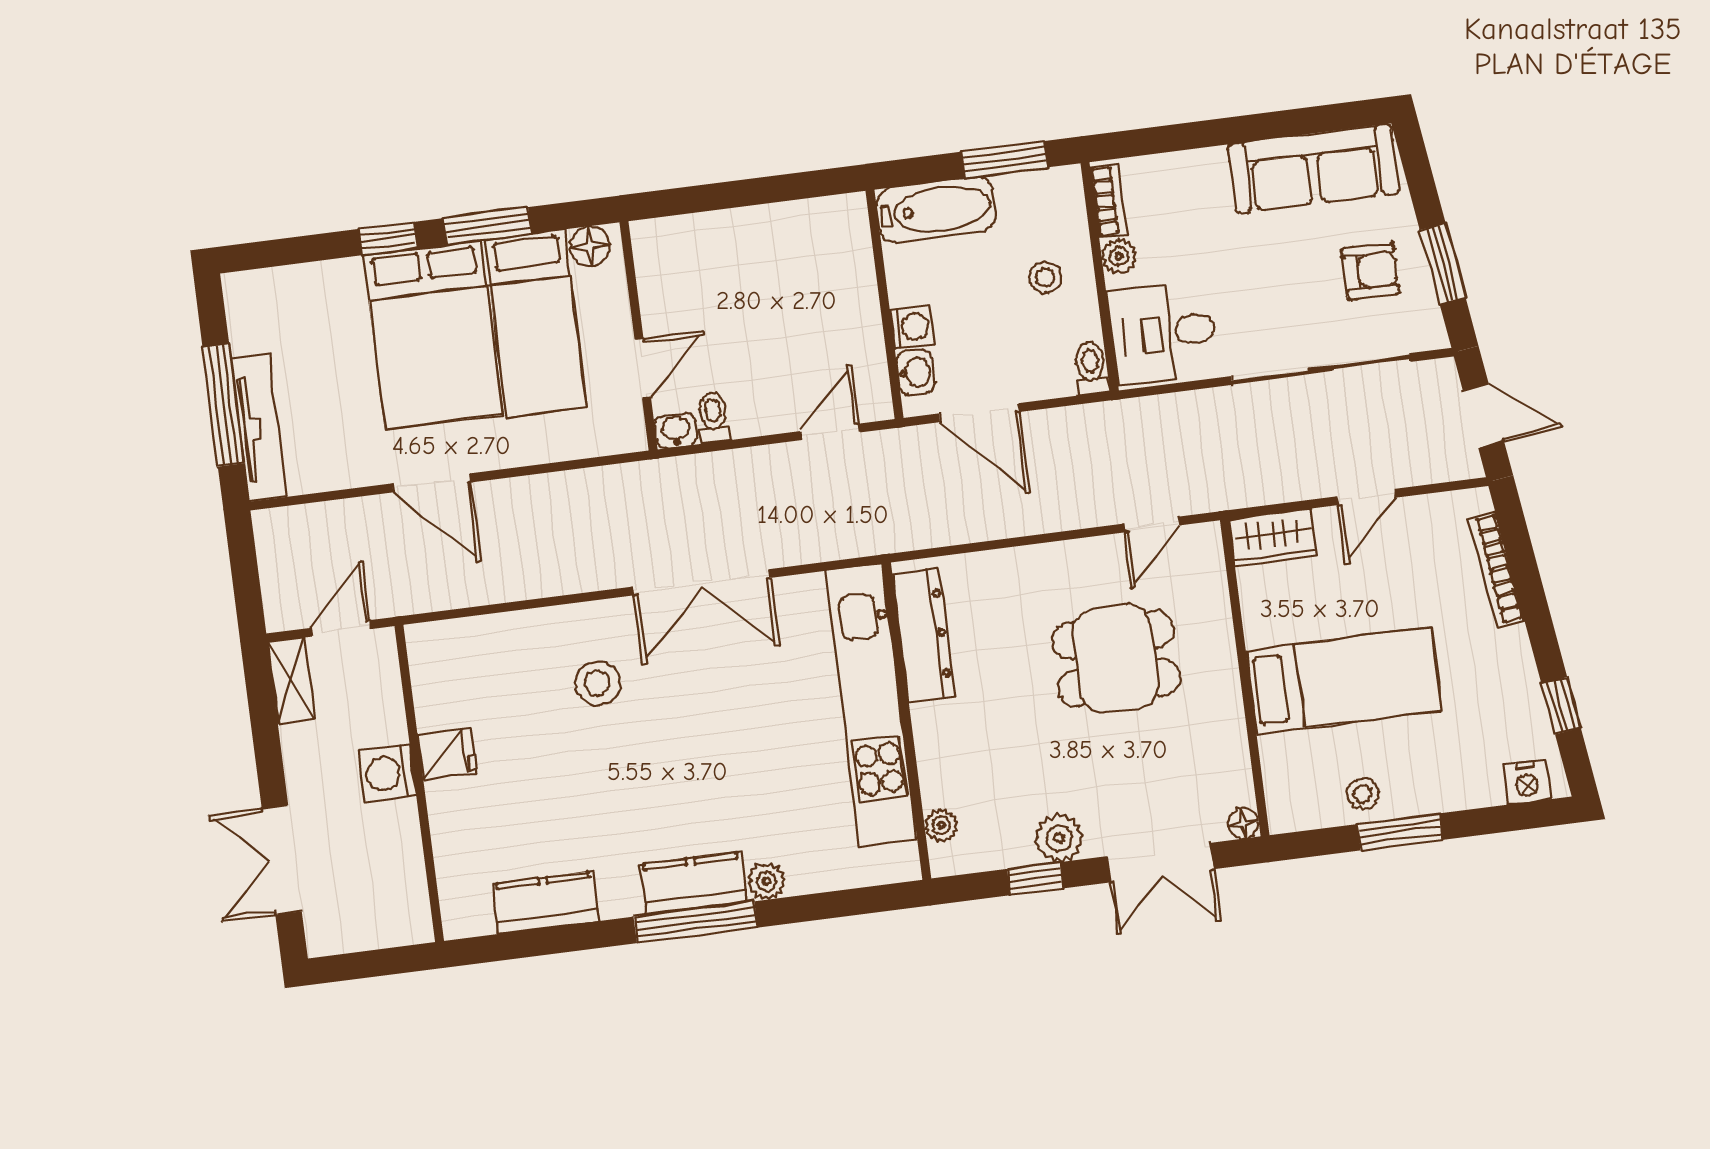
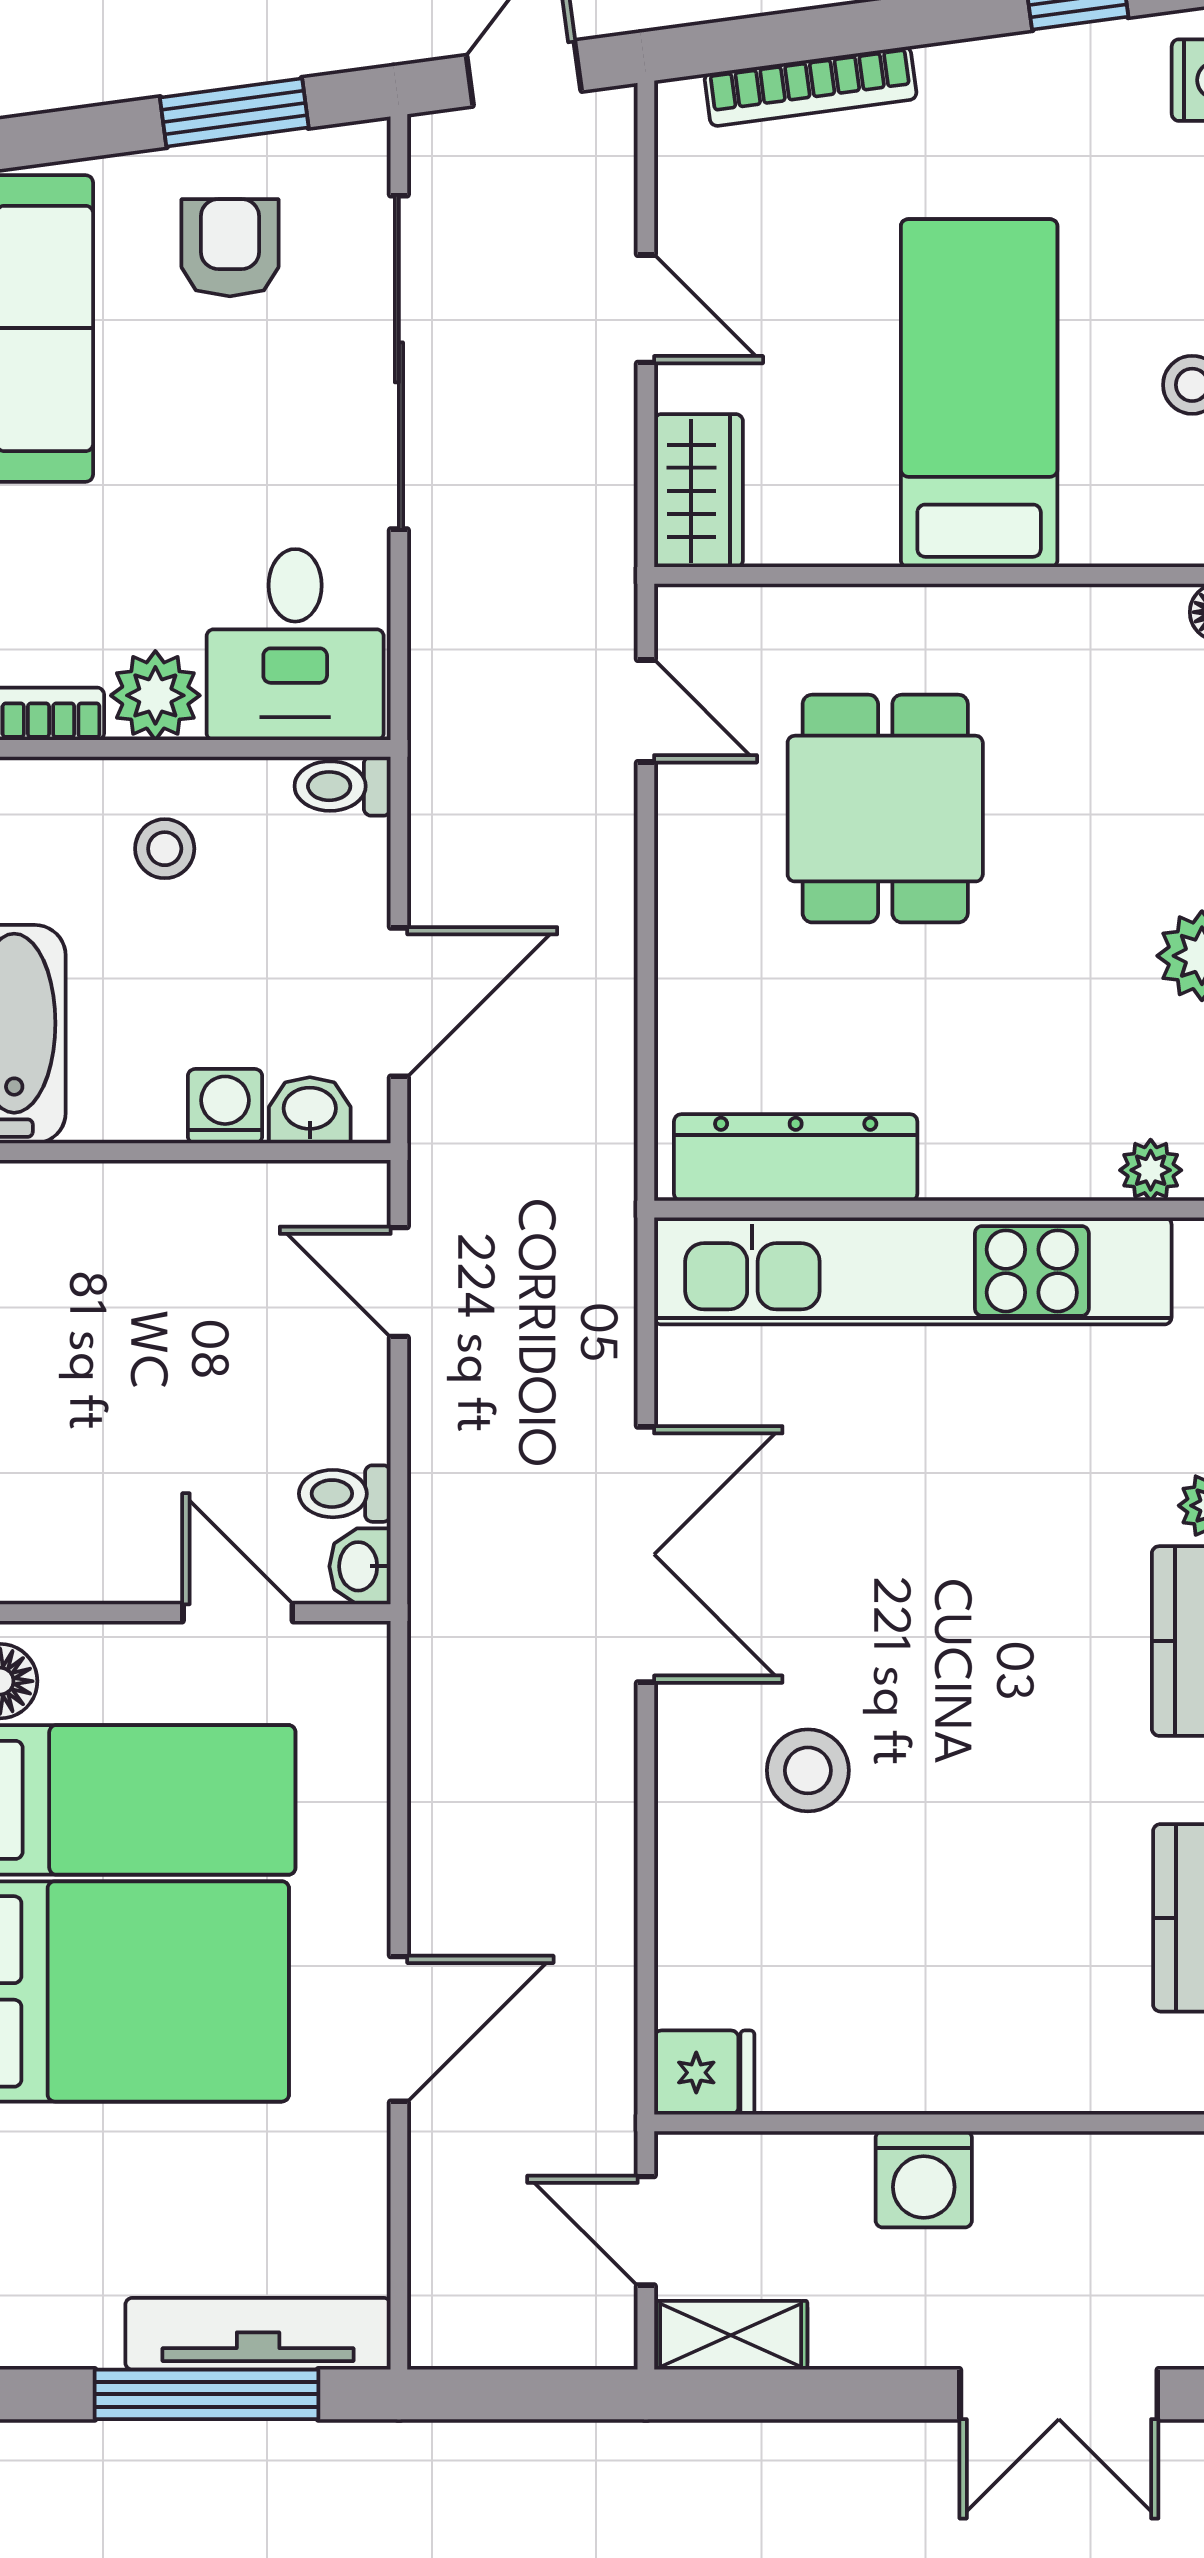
plant: (1119, 256) -> (155, 695), width x1.38, depth x1.38
fridge: (447, 754) -> (704, 2073), moved, turned 90

